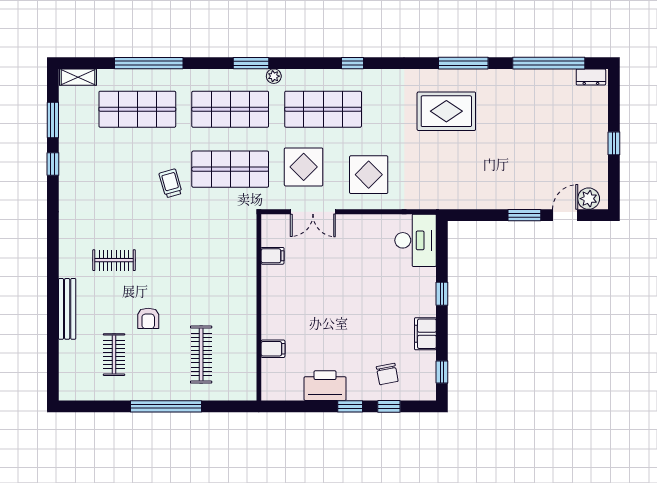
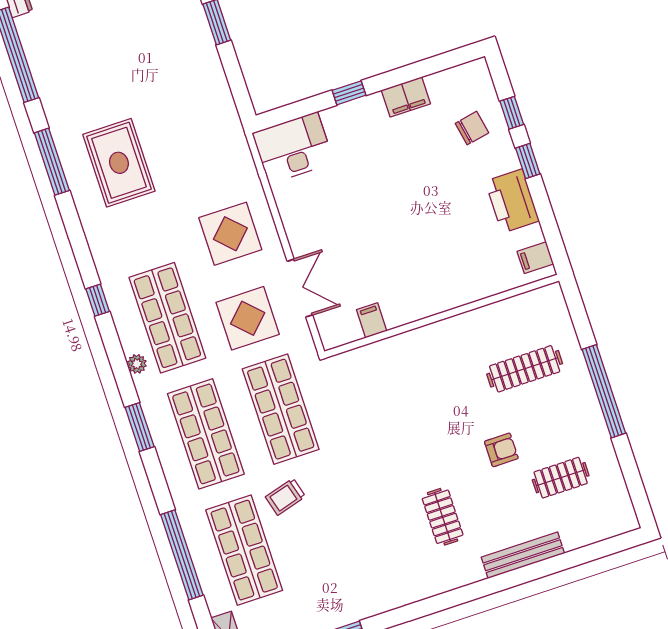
plant: (274, 76) -> (137, 364), moved
trolley: (171, 183) -> (285, 497), moved
filing cabinet: (273, 349) -> (535, 258), moved, turned -90
window: (442, 372) -> (447, 60), removed

